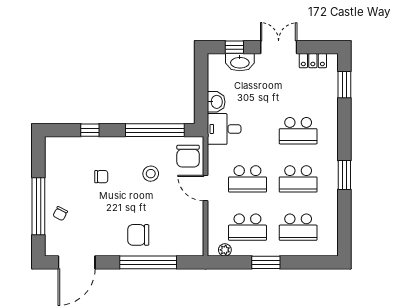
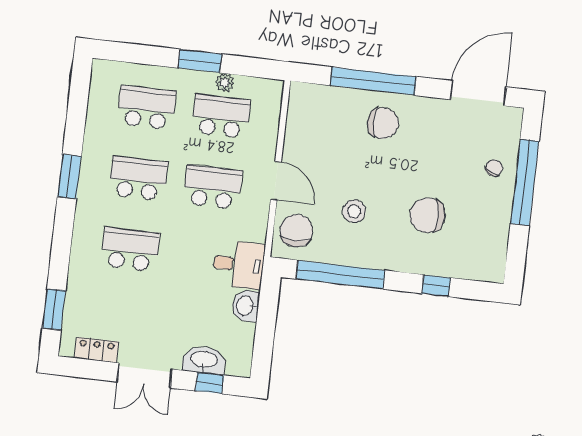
chair: (101, 177) -> (427, 215), width x1.87, depth x1.87
plant: (225, 250) -> (225, 83), moved

